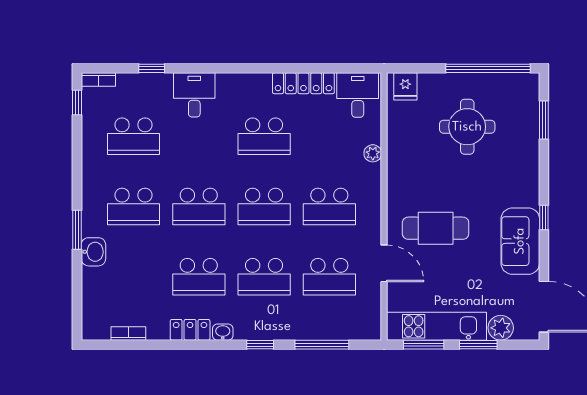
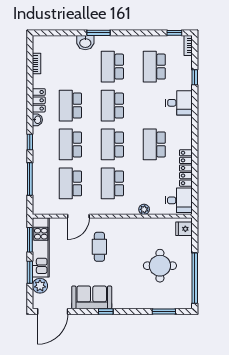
cafe table: (436, 228) -> (99, 247), width x0.73, depth x0.74

